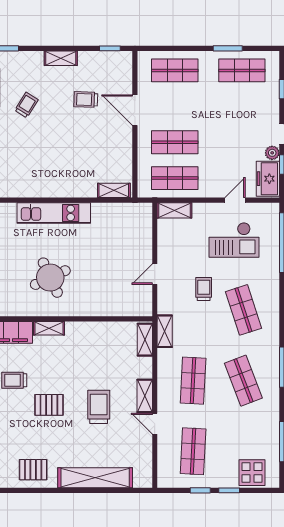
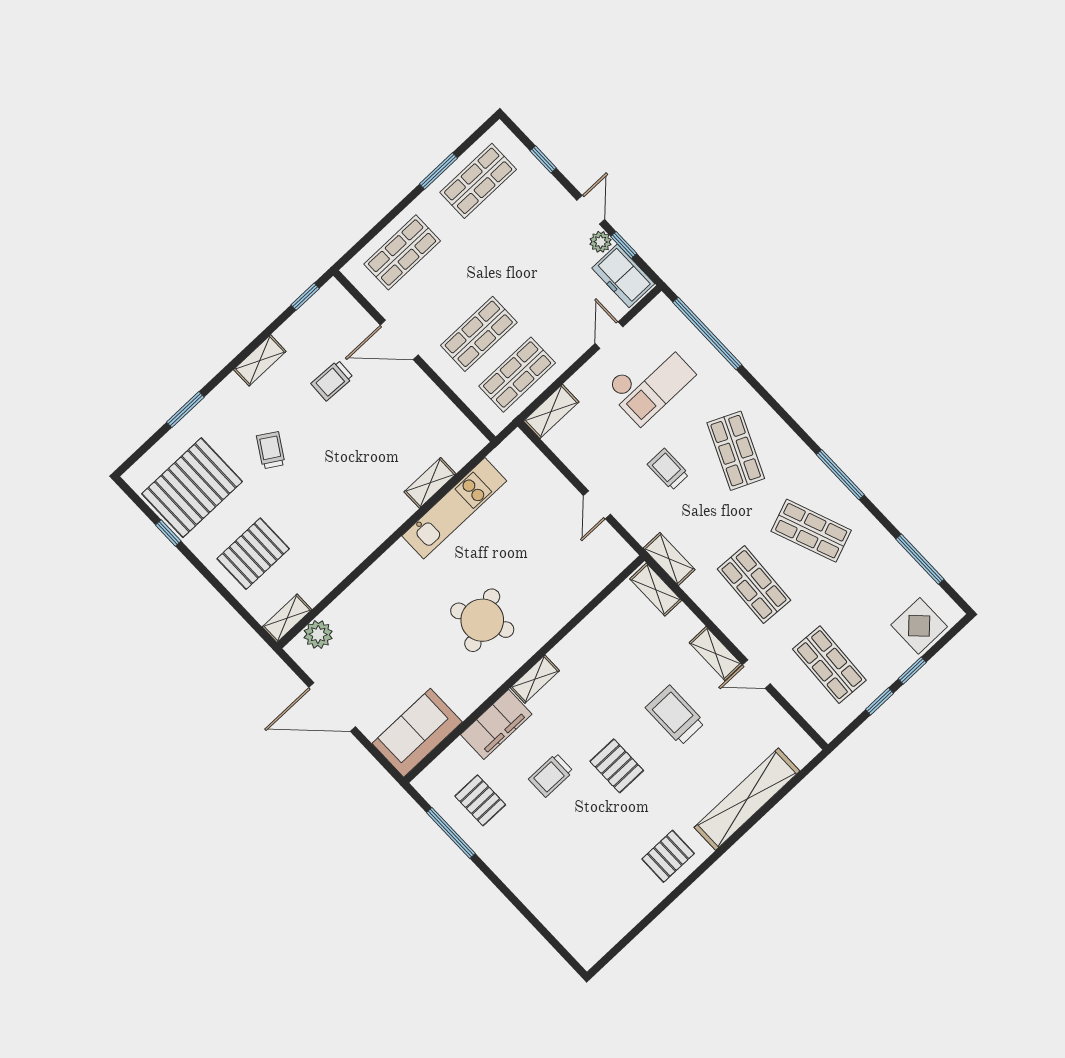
shelving: (114, 190) -> (430, 483), moved
kitchen unit: (54, 213) -> (454, 508), moved
shop shelf: (243, 310) -> (736, 451), turned 42
pallet: (49, 405) -> (617, 766), turned 90

